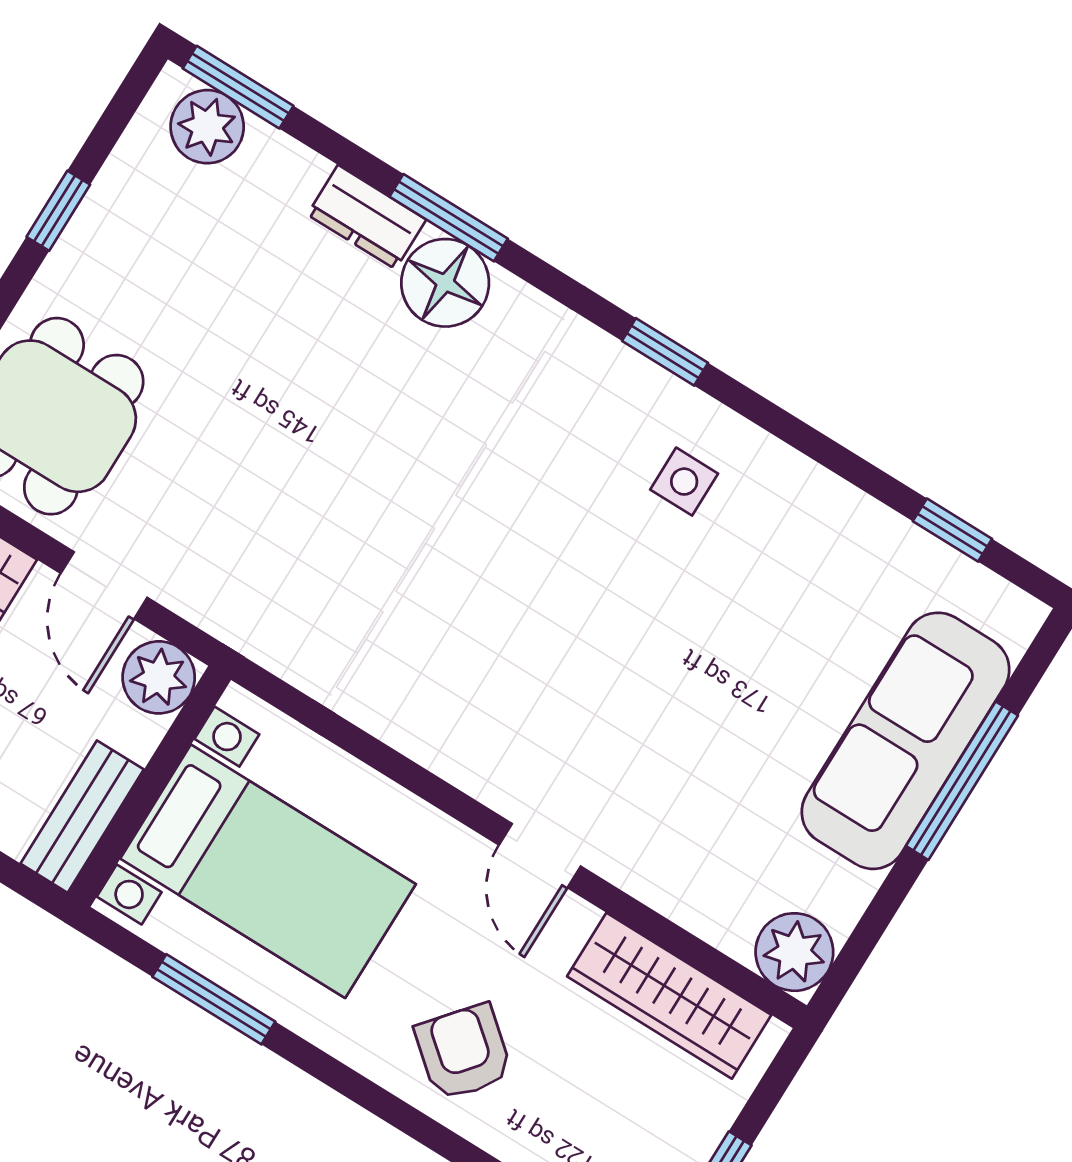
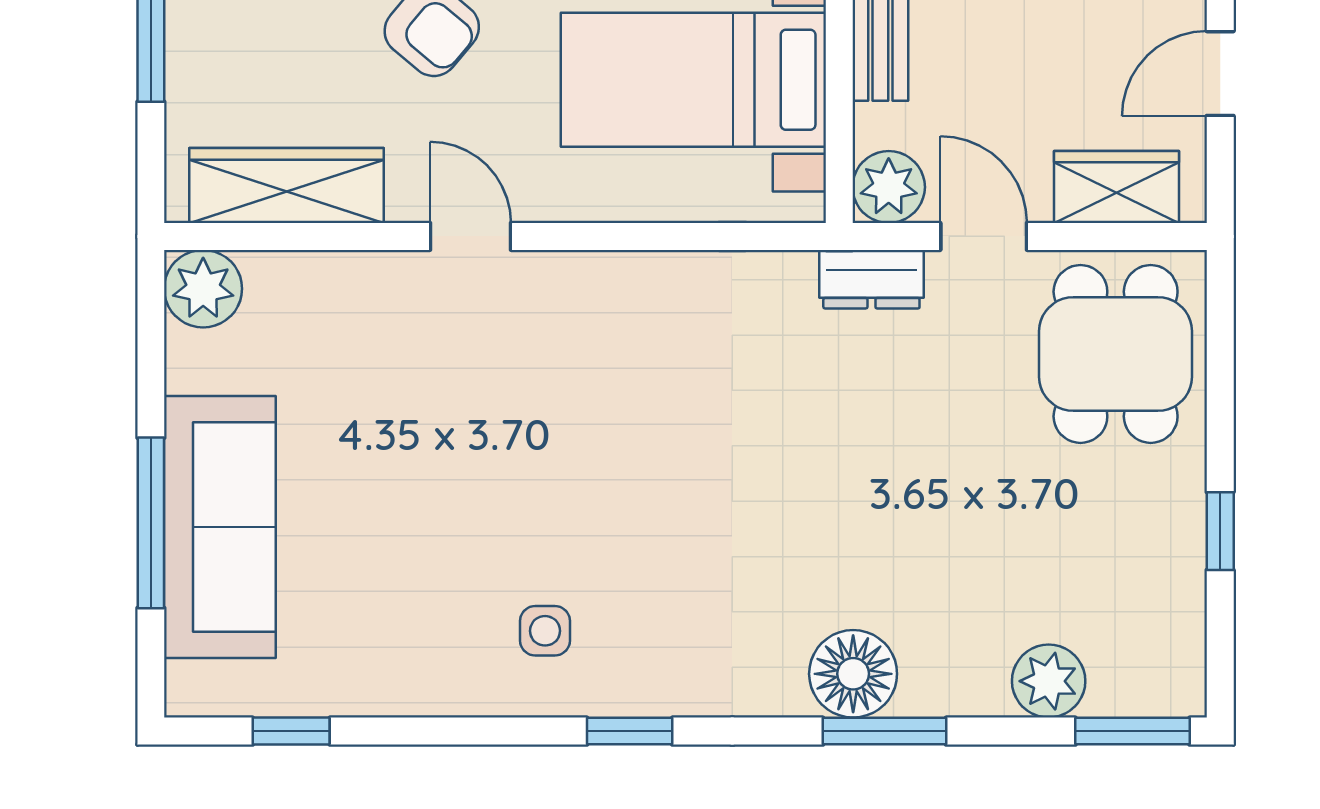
plant: (207, 127) -> (1049, 681), moved
dresser: (367, 217) -> (871, 279), moved, turned 180

